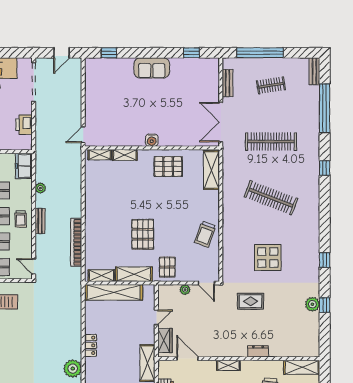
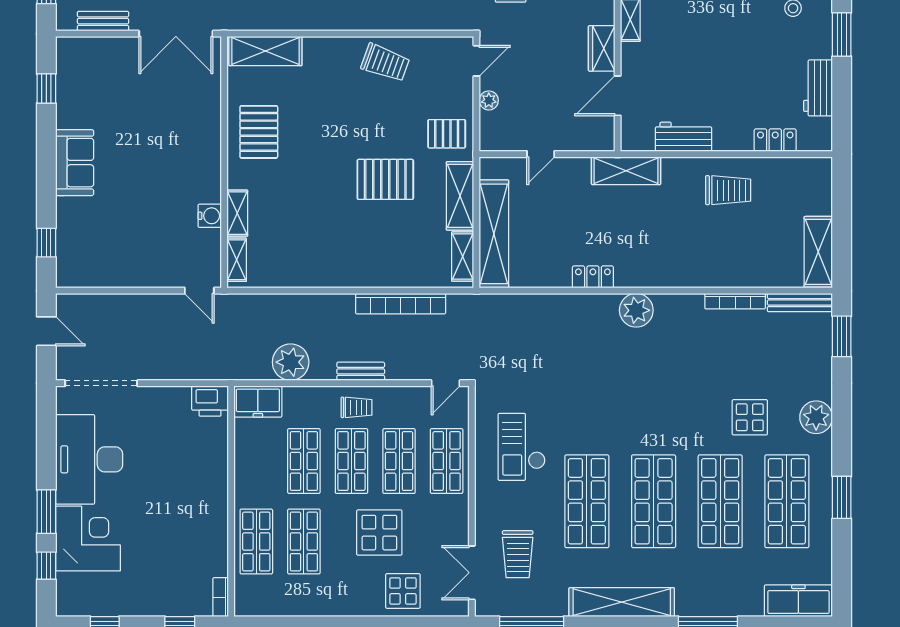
printer: (24, 125) -> (210, 401), moved
water cooler: (152, 140) -> (210, 216), moved
plant: (40, 188) -> (291, 362), width x1.87, depth x1.87
door: (156, 317) -> (541, 154), swing flipped
wardrobe: (165, 341) -> (602, 48), moved, turned -90

